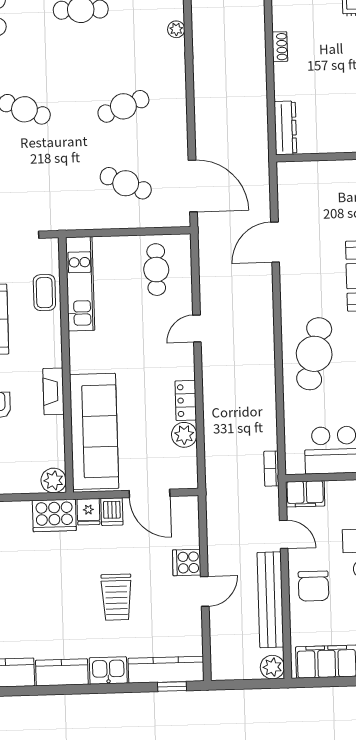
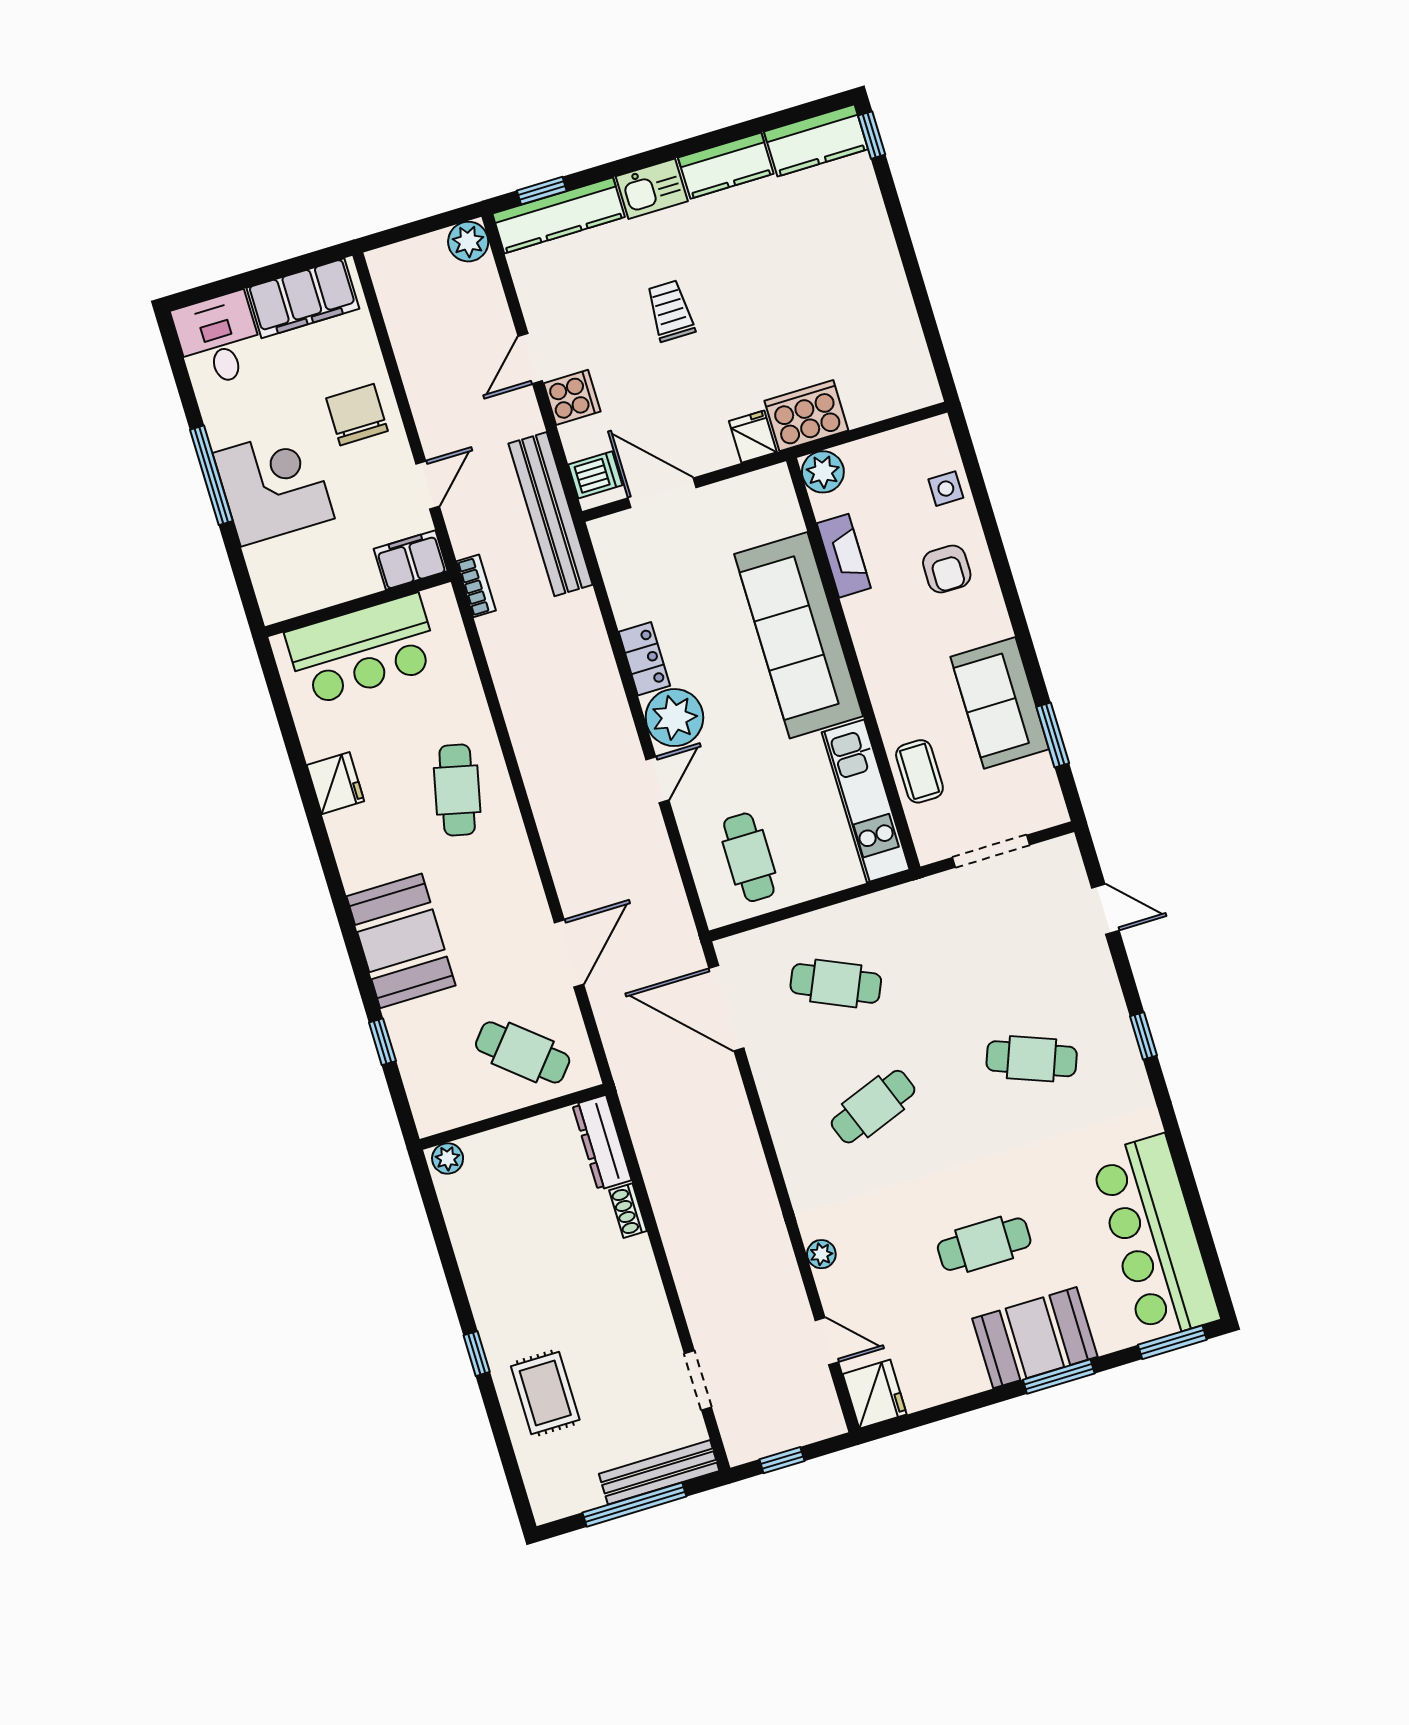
shoe rack: (280, 47) -> (628, 1211), moved
cafe table: (317, 192) -> (523, 1052), added
cafe table: (314, 354) -> (457, 790), width x0.73, depth x0.74
fireplace: (53, 391) -> (844, 556), moved
sofa: (94, 431) -> (799, 635), moved
plant: (184, 435) -> (674, 718), moved, width x1.36, depth x1.36
dishwasher: (112, 512) -> (595, 475), moved, turned 90
door: (284, 534) -> (428, 485), swing flipped
trolley: (116, 597) -> (670, 311), width x0.73, depth x0.72
bench: (270, 600) -> (551, 514), moved
plant: (272, 667) -> (468, 242), moved

